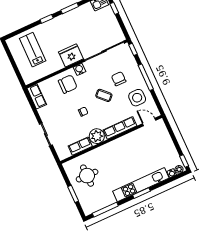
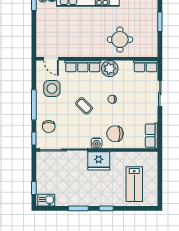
chair: (119, 79) -> (49, 127), moved
row of seats: (80, 146) -> (146, 66), moved
round table: (87, 176) -> (120, 40), moved

